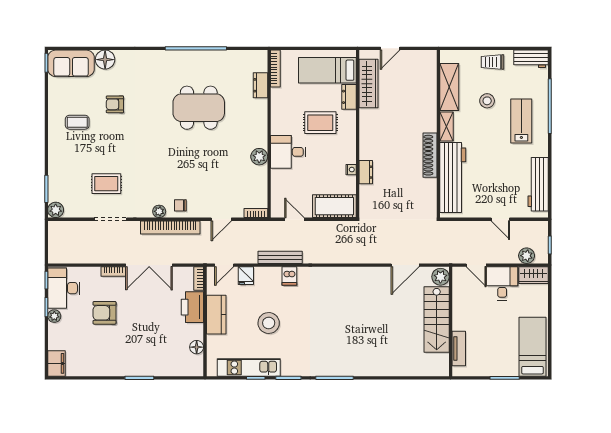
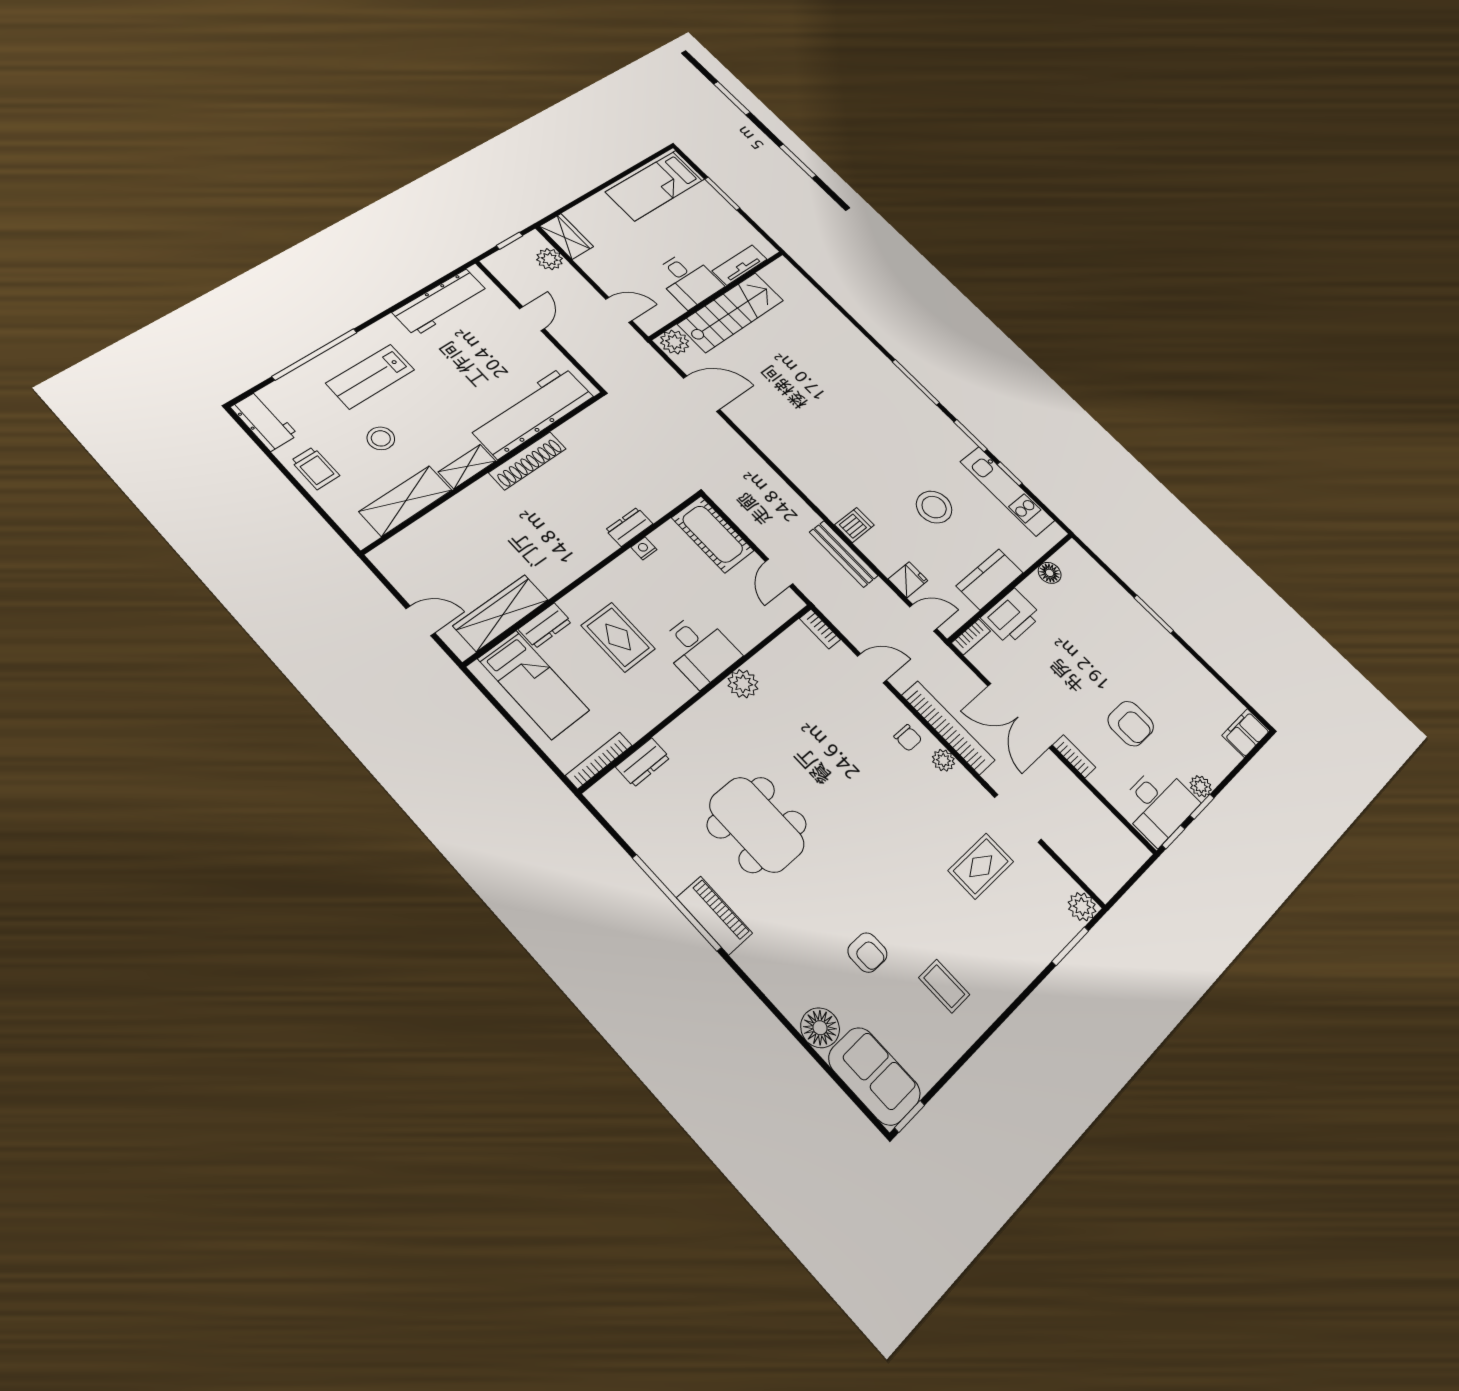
piano: (179, 58) -> (714, 915), added
rug: (106, 184) -> (981, 866), turned 90
double door: (149, 265) -> (1020, 716), swing flipped
door: (476, 265) -> (619, 310), hinge flipped
desk: (502, 283) -> (688, 280), moved, turned -90

